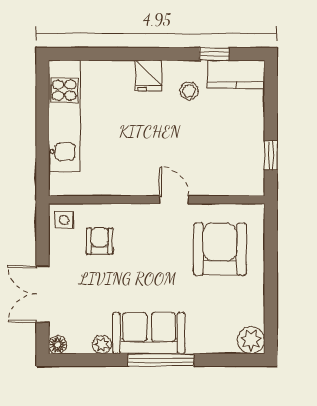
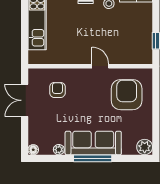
side table: (64, 220) -> (37, 78), removed
double door: (42, 294) -> (25, 100), moved
sofa: (149, 333) -> (93, 143), width x1.36

